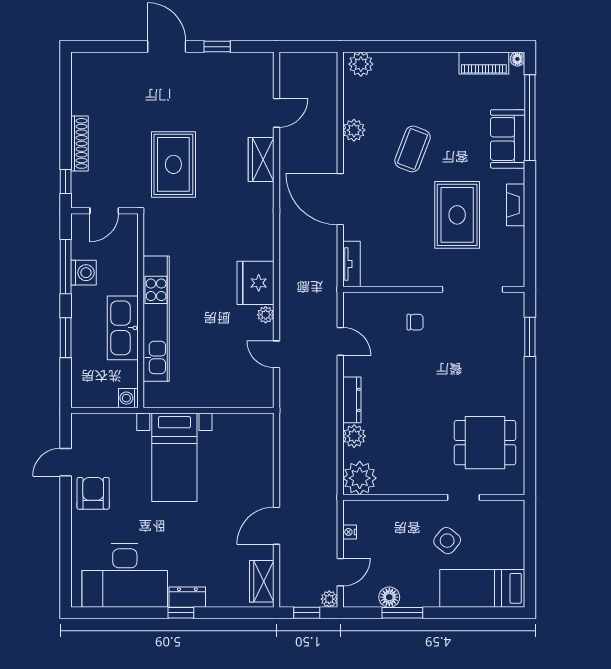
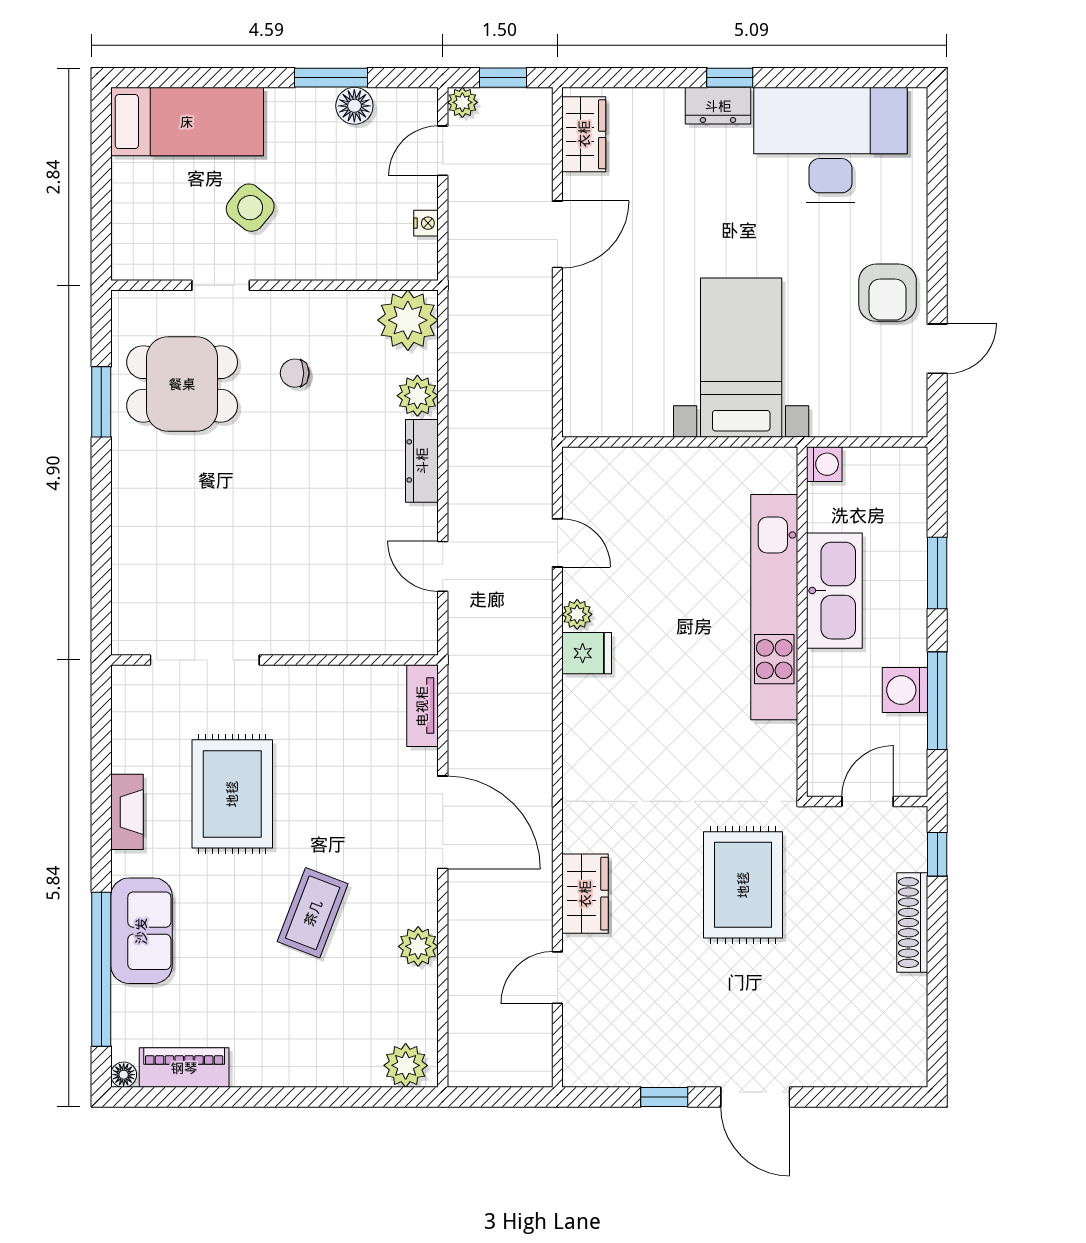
fridge: (256, 283) -> (587, 653), width x0.53, depth x0.75
chair: (415, 322) -> (295, 373), moved
window: (530, 337) -> (101, 402), moved

